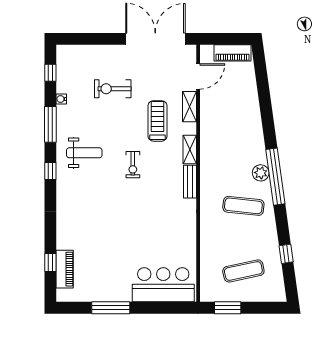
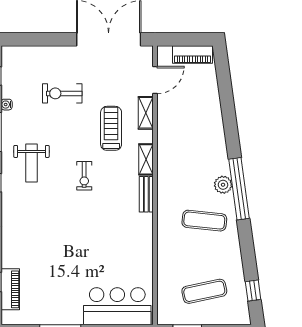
weight bench: (84, 153) -> (31, 163), turned 90
window: (286, 254) -> (253, 290), moved

